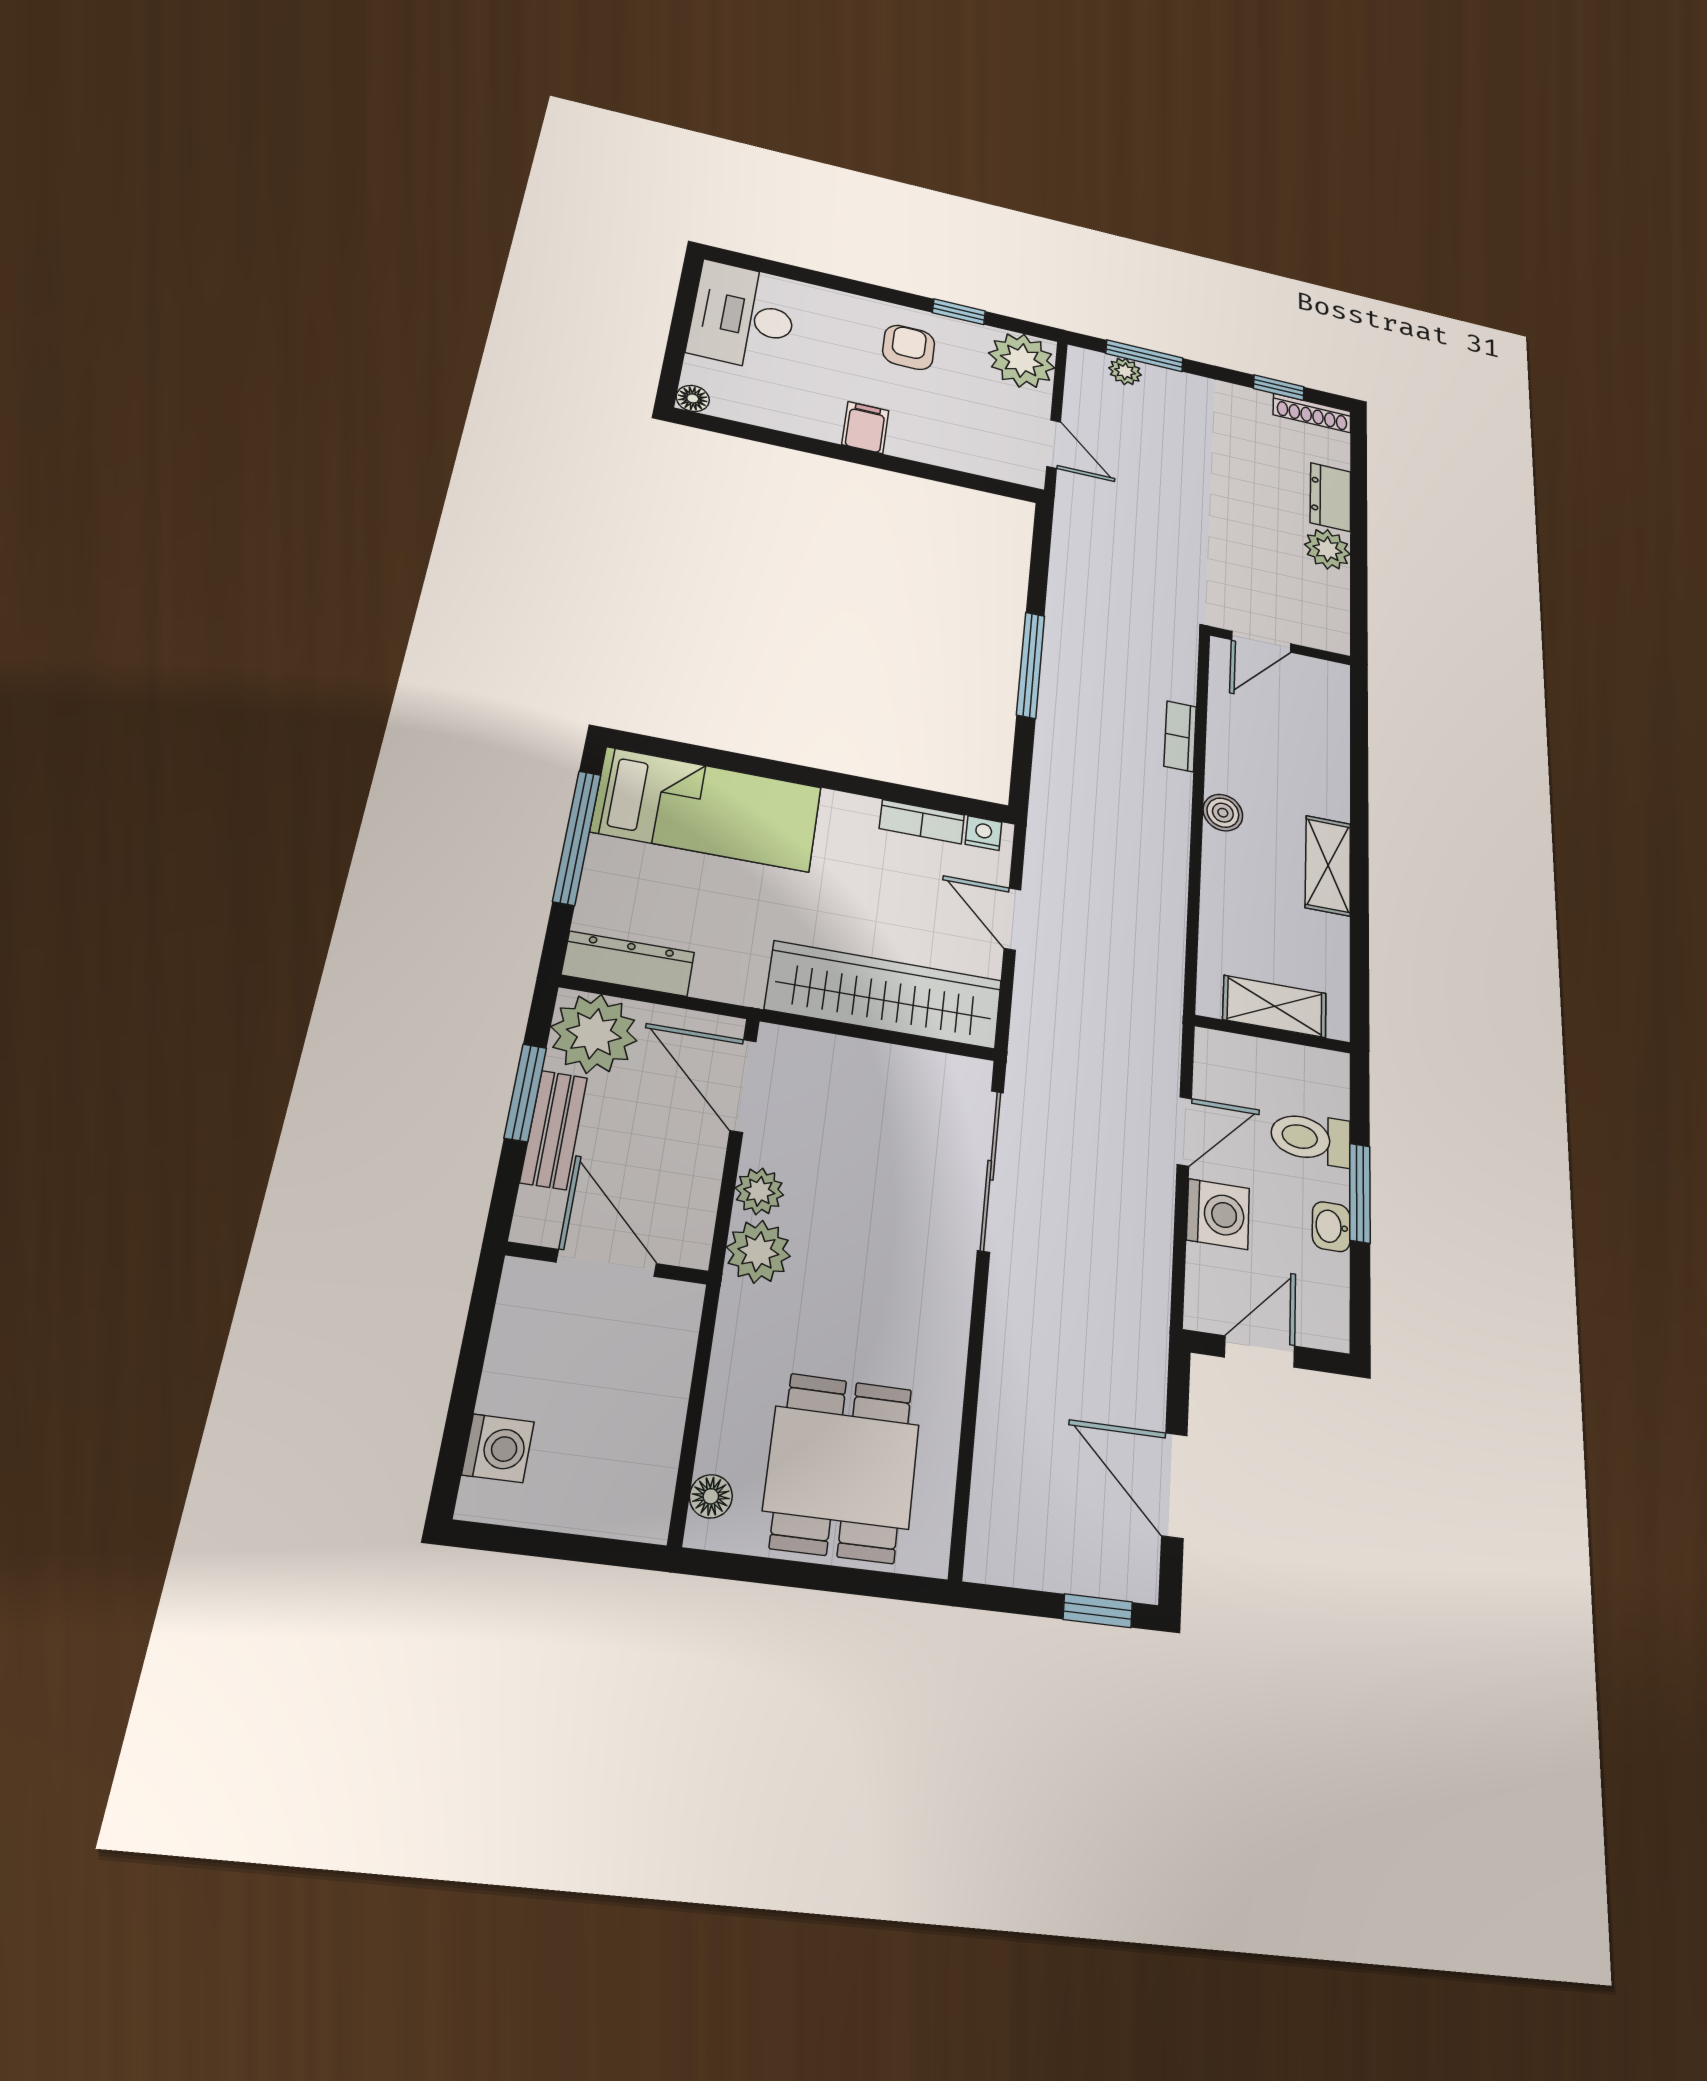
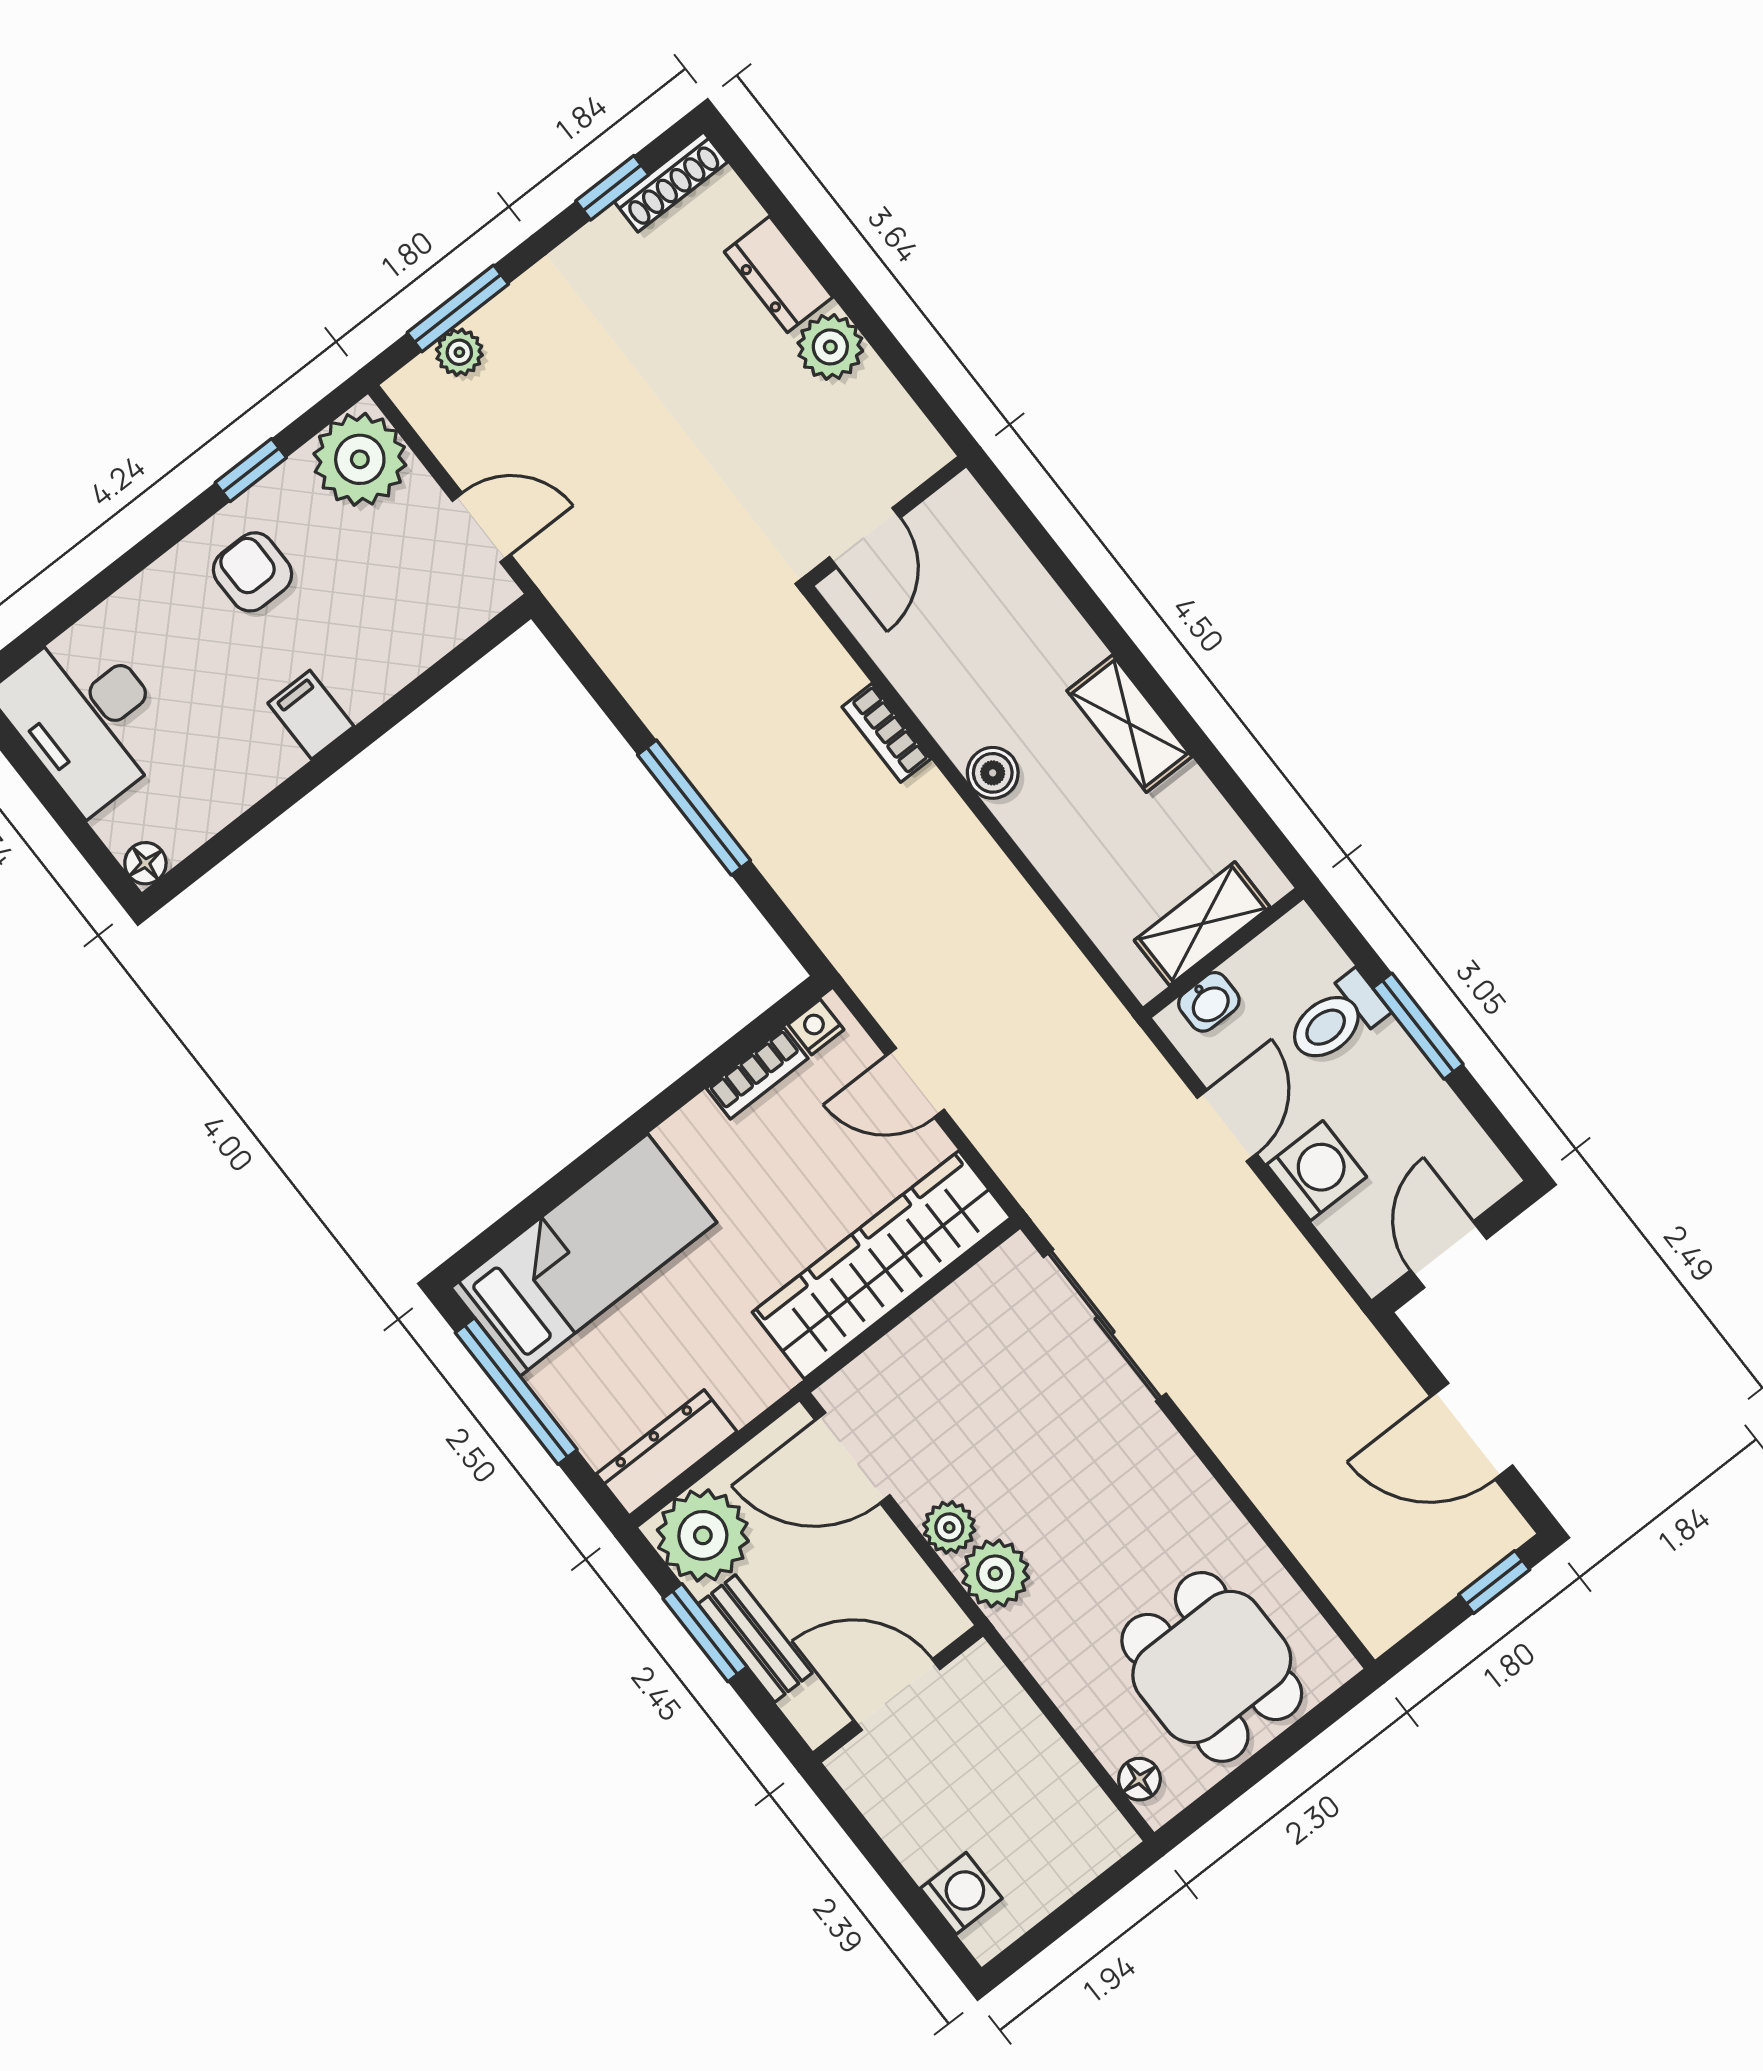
washbasin: (1331, 1227) -> (1209, 1002), moved, turned -90

